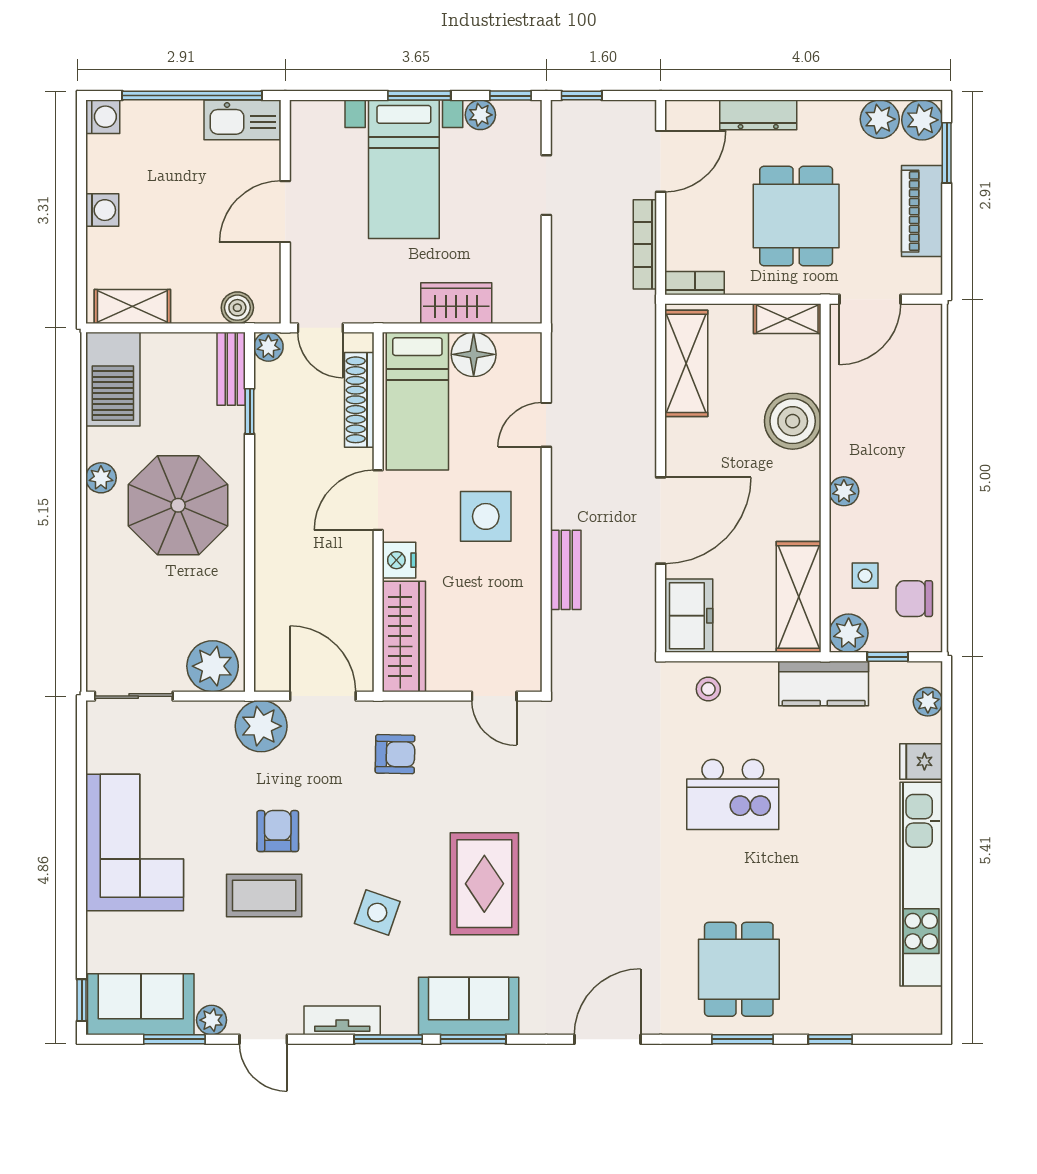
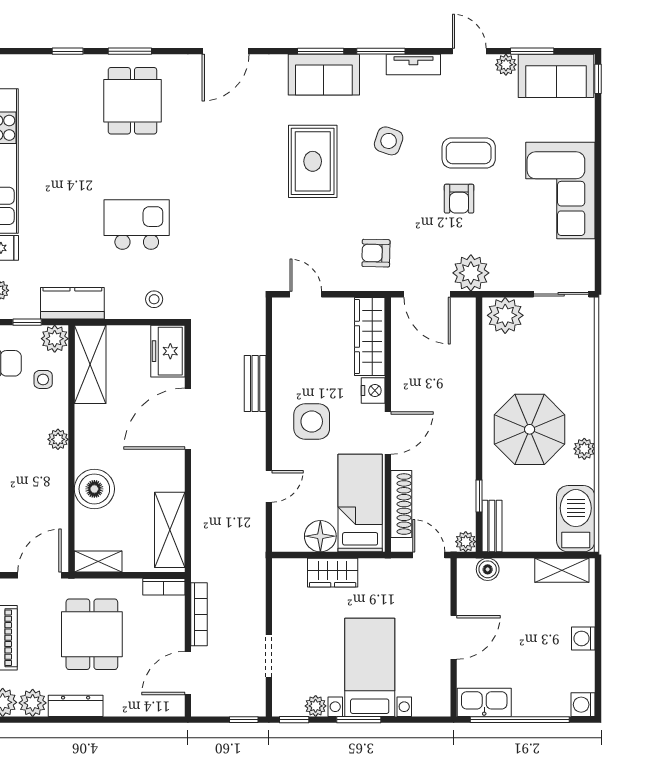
dresser: (758, 115) -> (76, 706), moved

